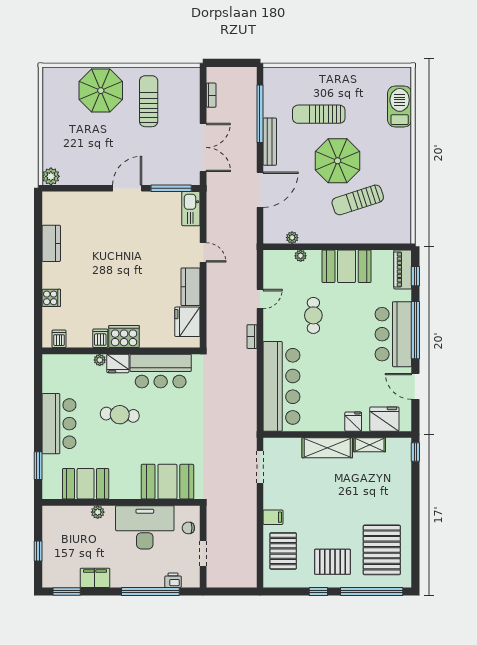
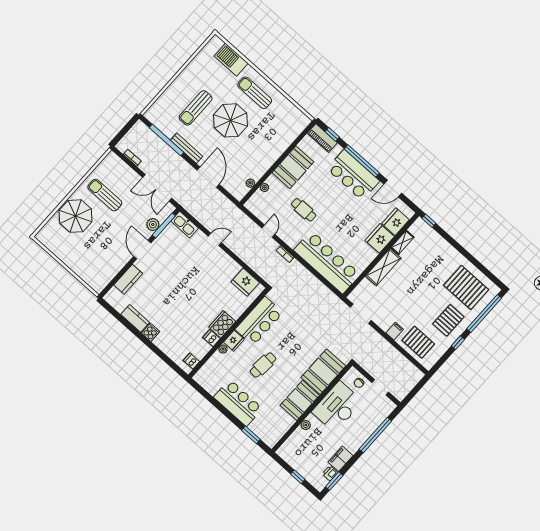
double door: (203, 147) -> (157, 188), swing flipped
plant: (51, 176) -> (153, 225), moved
sun lounger: (358, 200) -> (255, 93), moved, turned 108
kitchen counter: (190, 287) -> (128, 279), moved, turned -90
cooker: (51, 298) -> (151, 332), moved
fridge: (353, 422) -> (380, 238), width x1.88, depth x1.34
booth: (86, 484) -> (300, 400), moved
printer: (173, 580) -> (330, 473), moved

